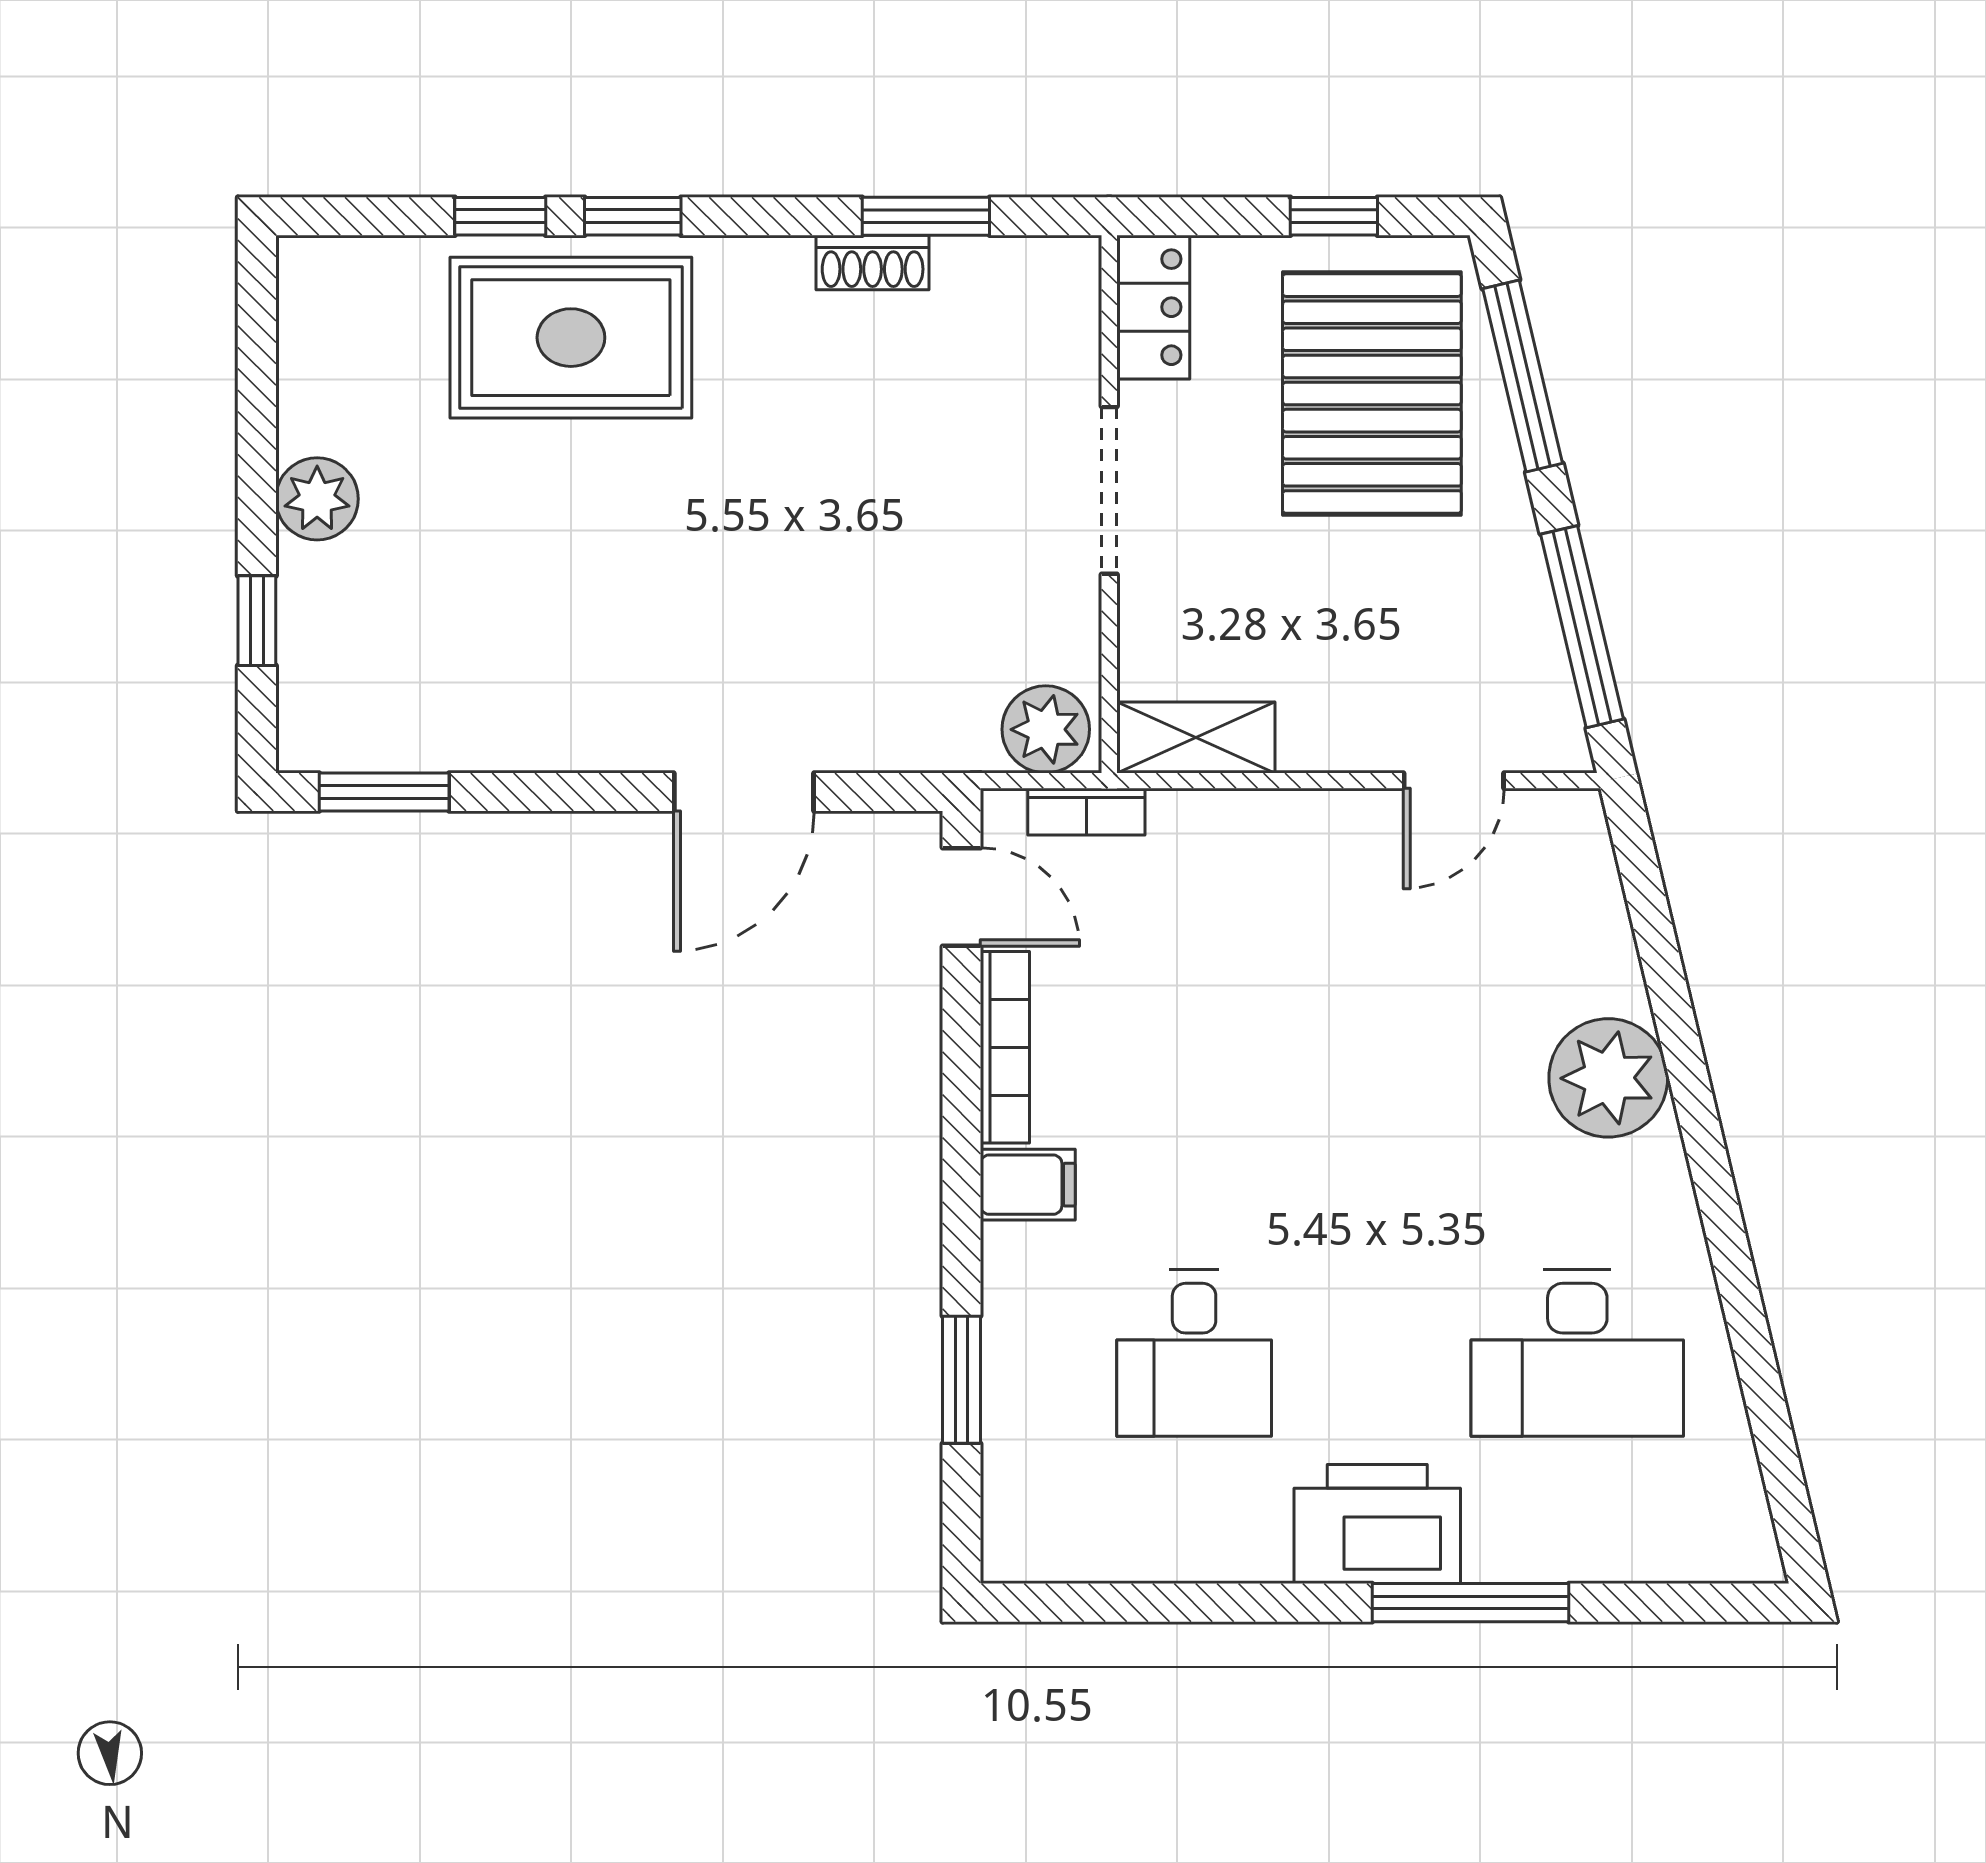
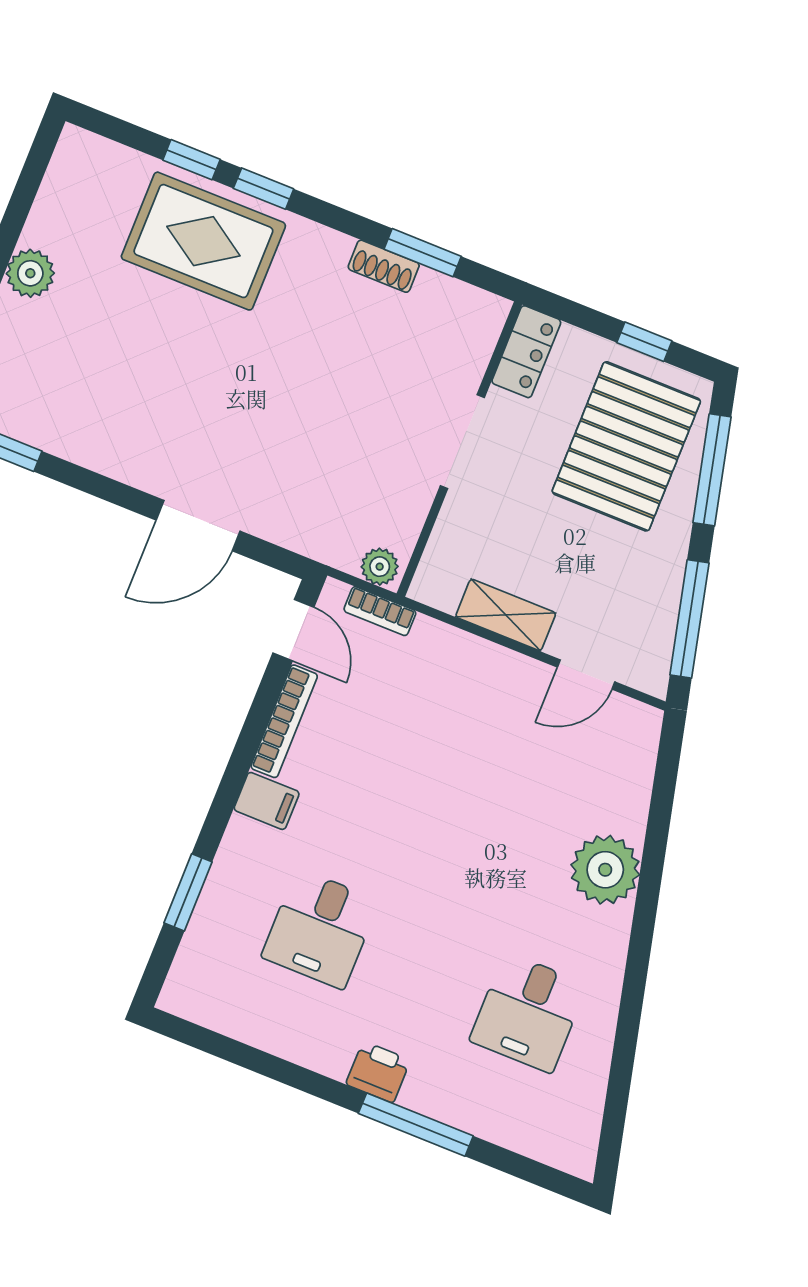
plant: (1046, 729) -> (380, 567), width x0.73, depth x0.73
shelving: (1196, 737) -> (506, 615), moved
desk: (1577, 1353) -> (528, 1012), width x0.73
printer: (1377, 1524) -> (378, 1072), width x0.53, depth x0.68

